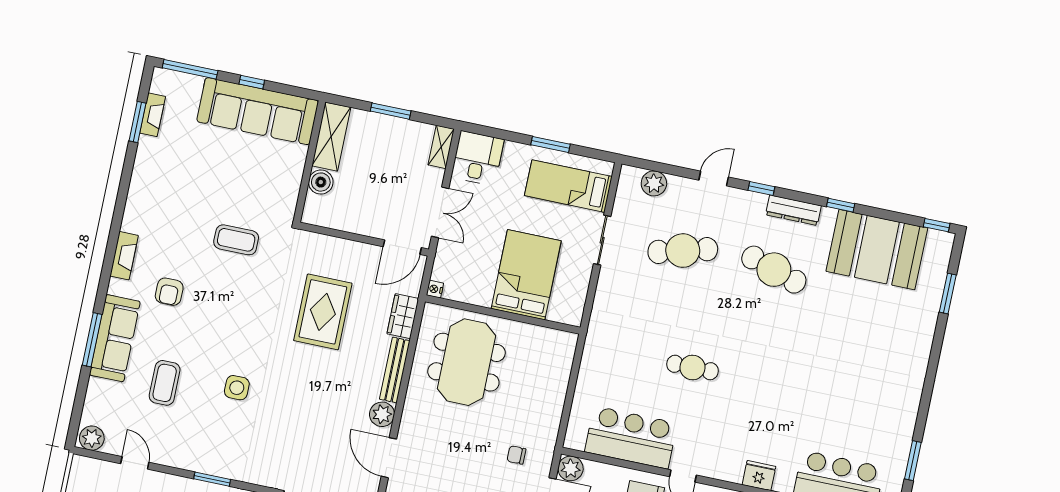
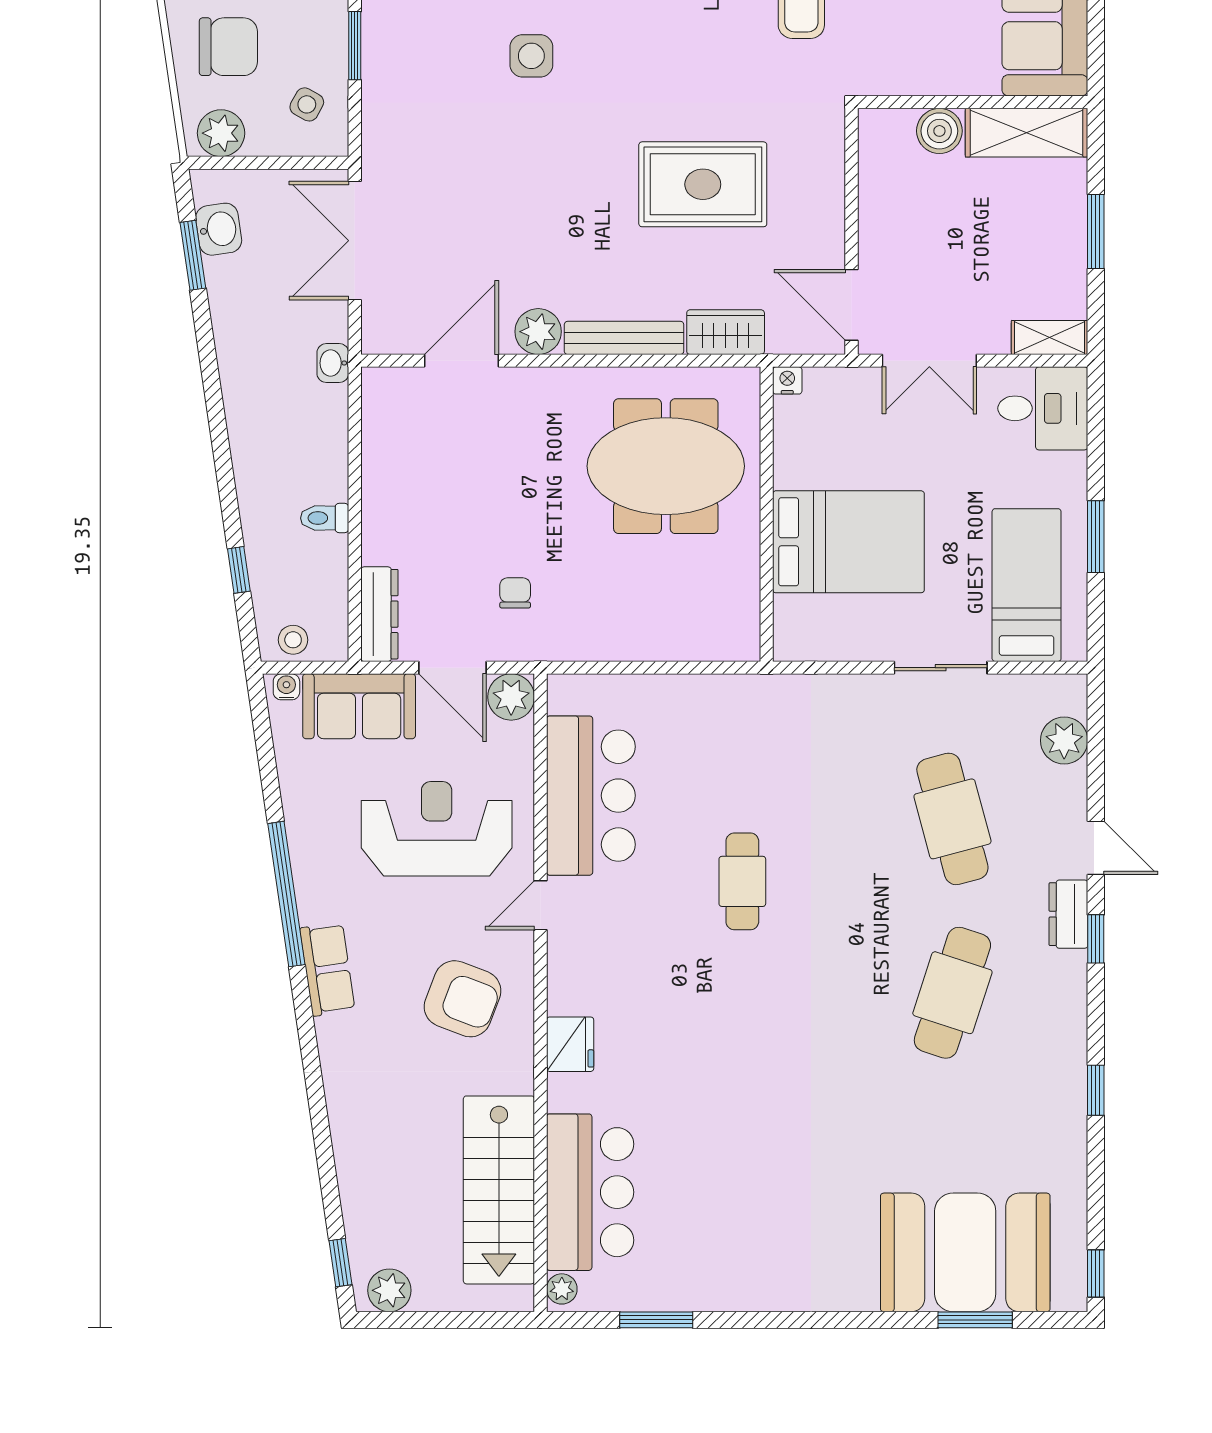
dresser: (793, 210) -> (1068, 914), moved, width x0.70
booth: (877, 250) -> (965, 1252), moved, turned 90

